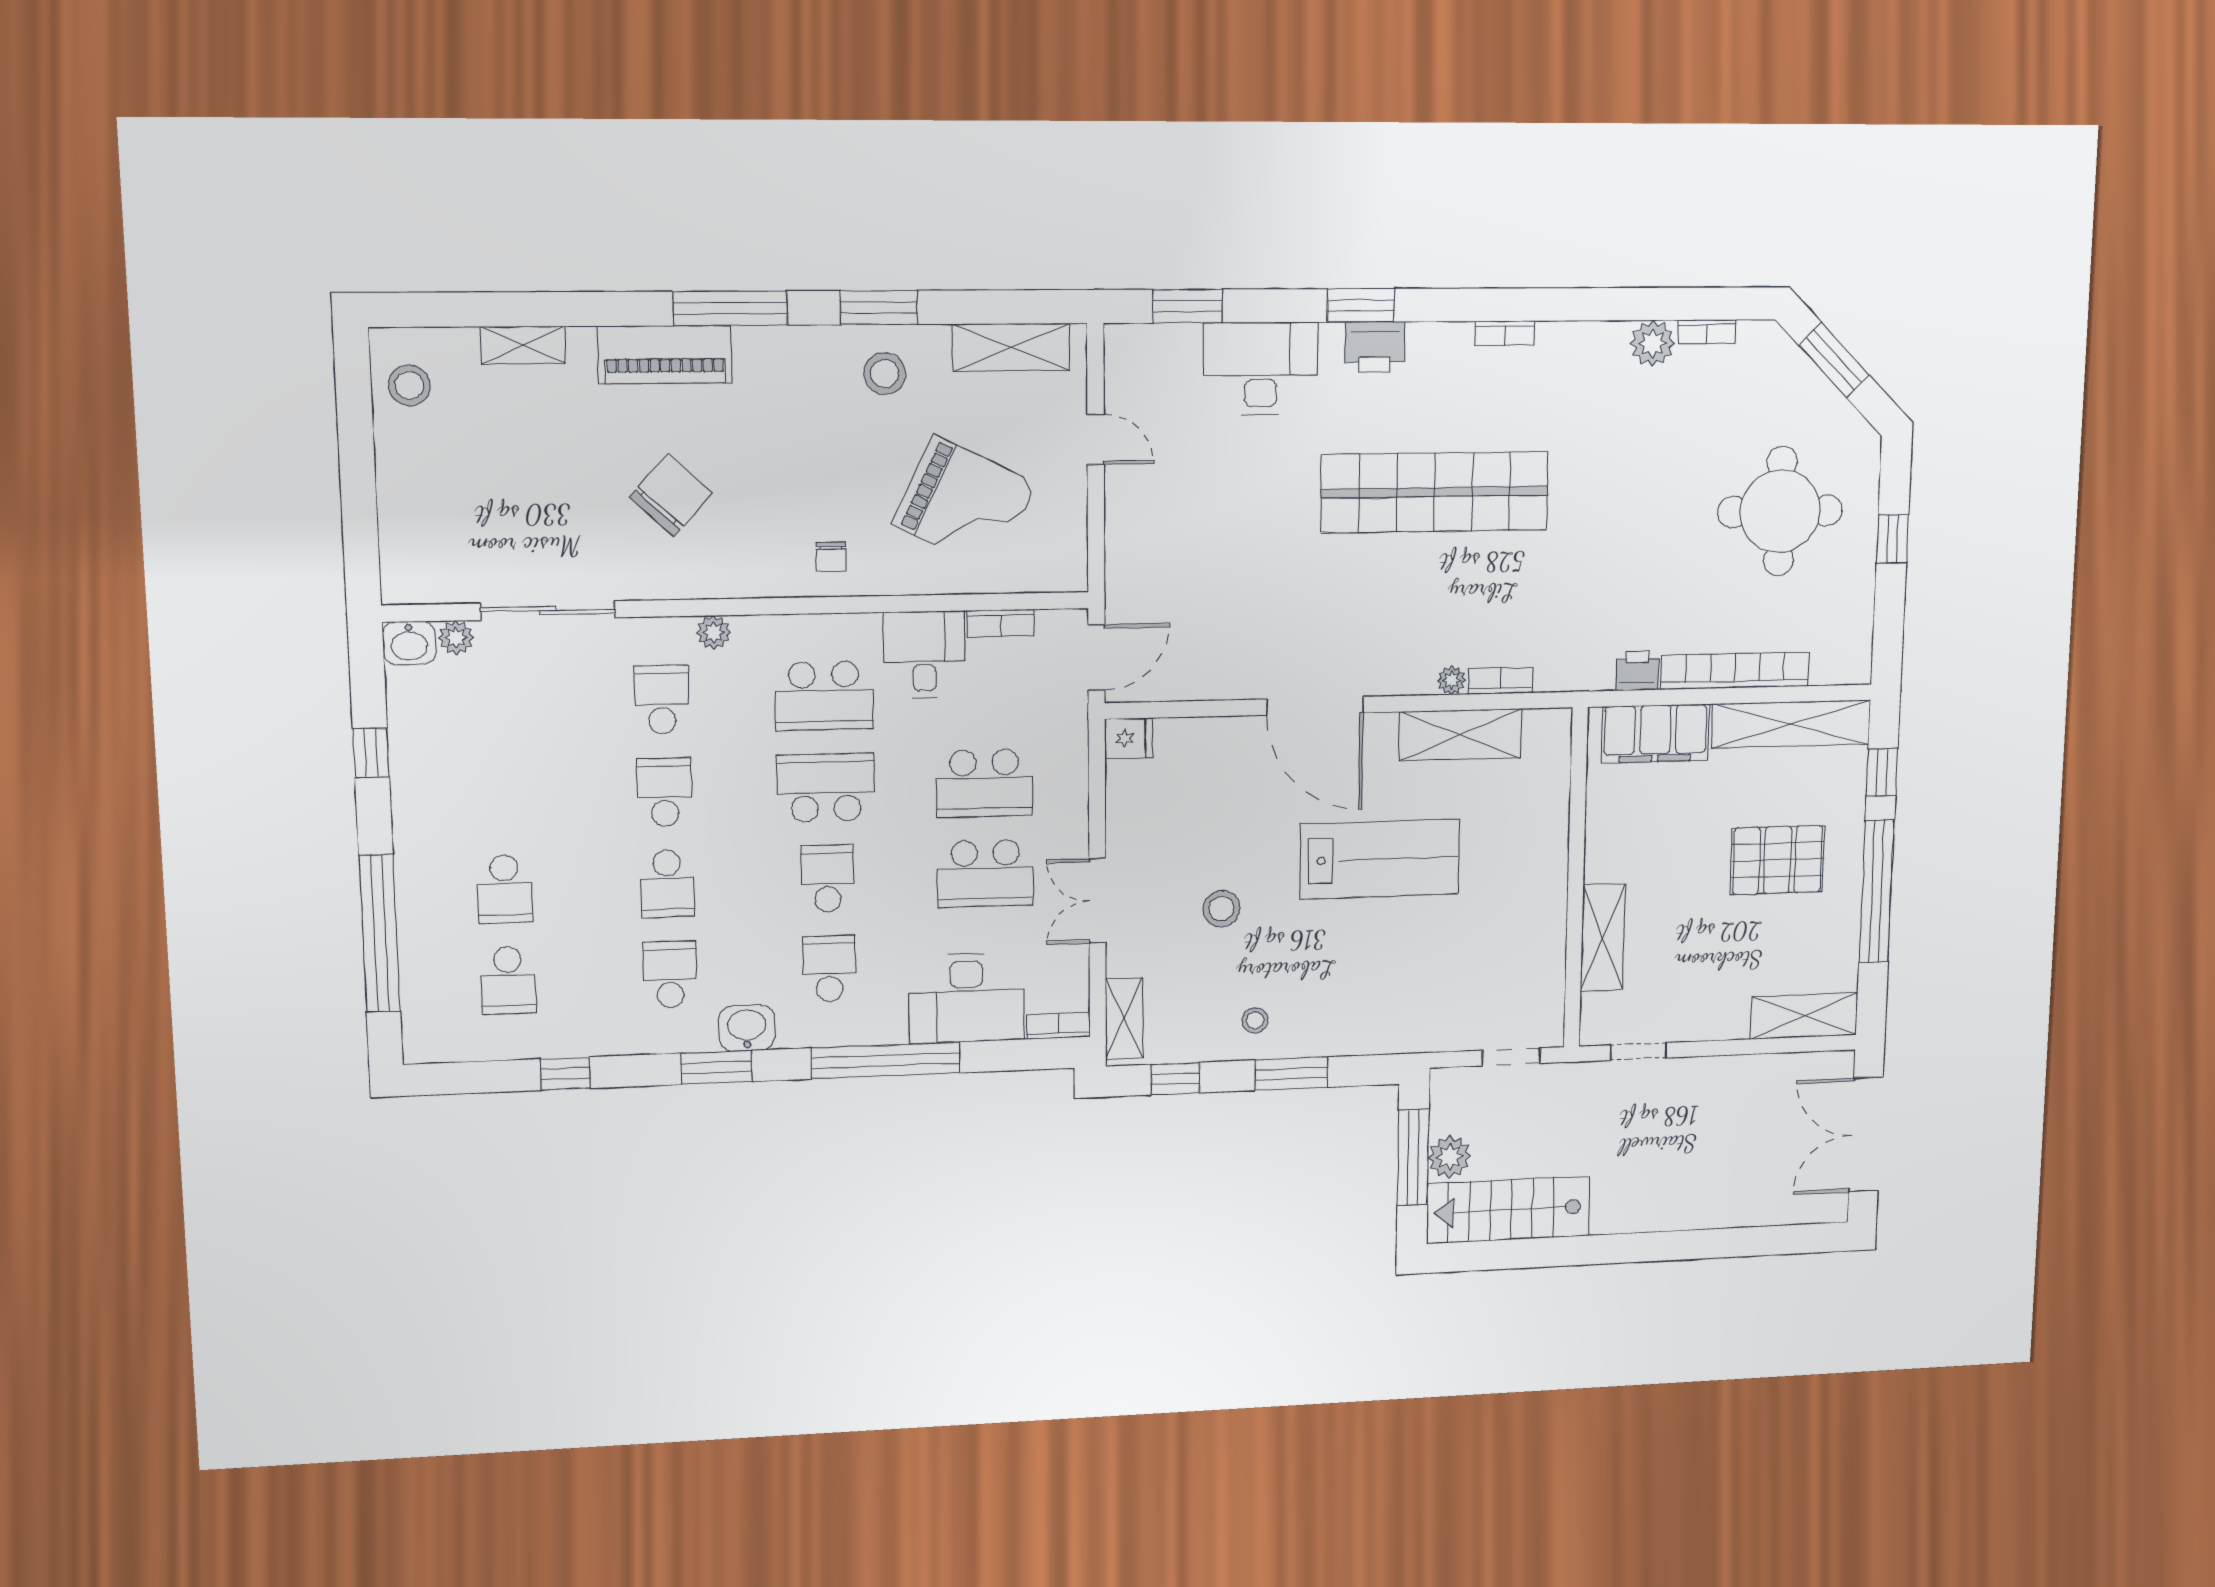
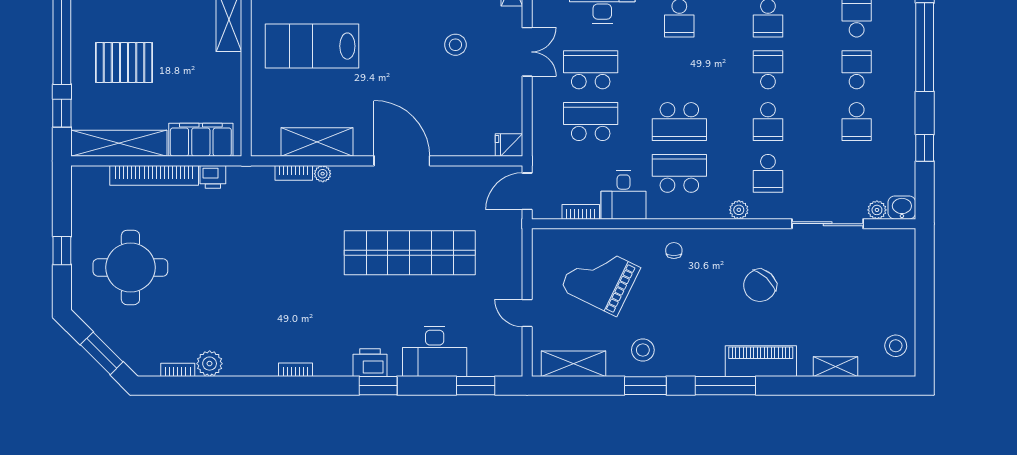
shop shelf: (1435, 492) -> (410, 253), moved
lab bench: (1380, 859) -> (312, 46), moved
school desk: (828, 879) -> (857, 122), moved

